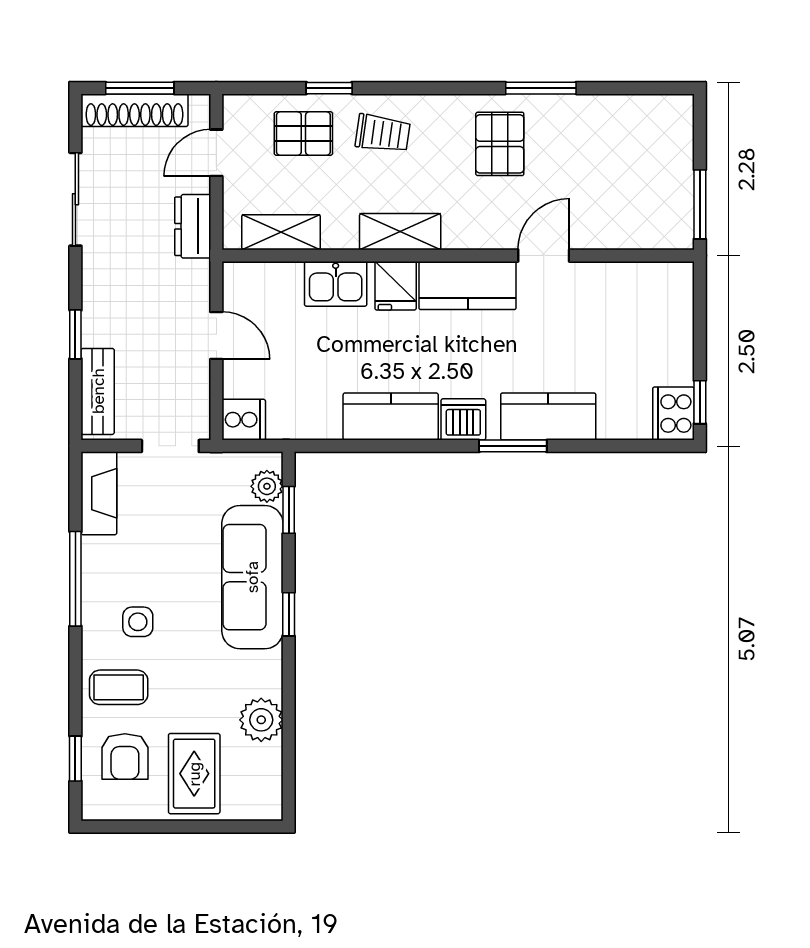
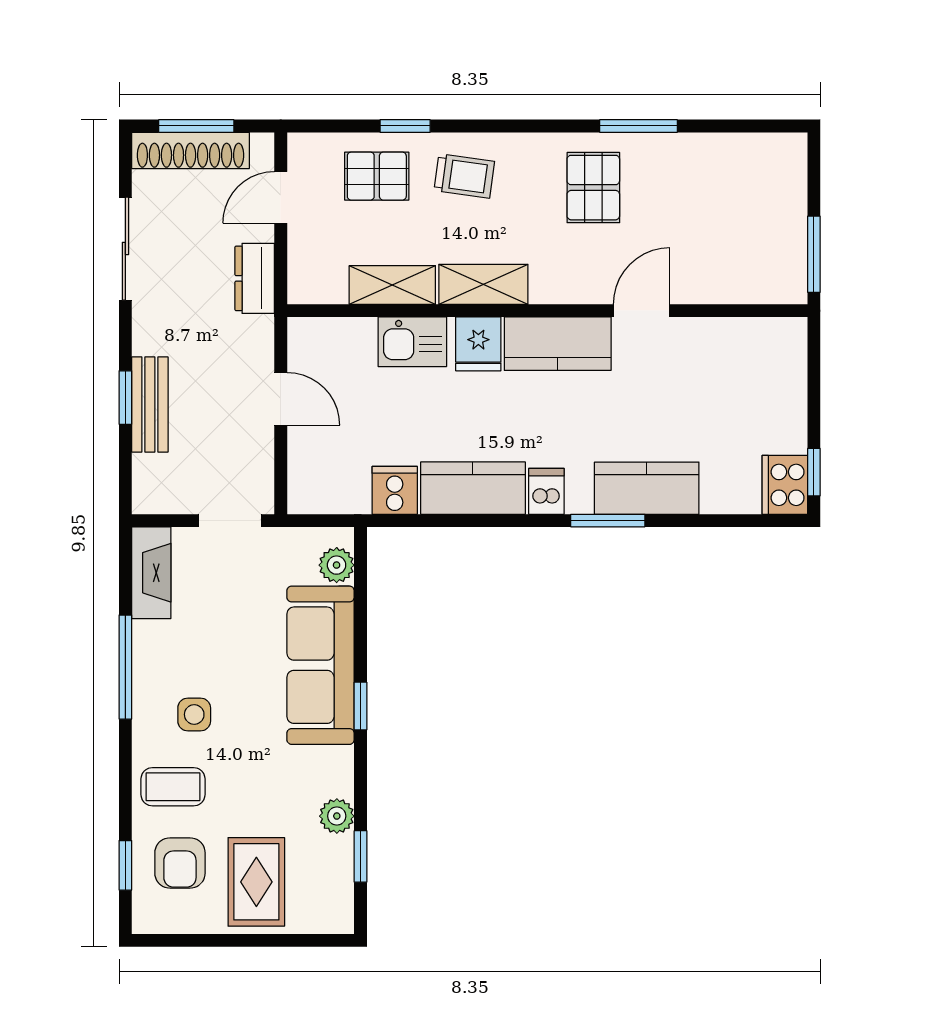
shelving: (281, 232) -> (392, 285), moved
bench: (98, 391) -> (150, 404), moved
dishwasher: (463, 419) -> (546, 491), width x0.73
cooker: (244, 420) -> (395, 490), moved, turned -90
window: (289, 510) -> (360, 856), moved
plant: (261, 720) -> (337, 816), width x0.73, depth x0.73

